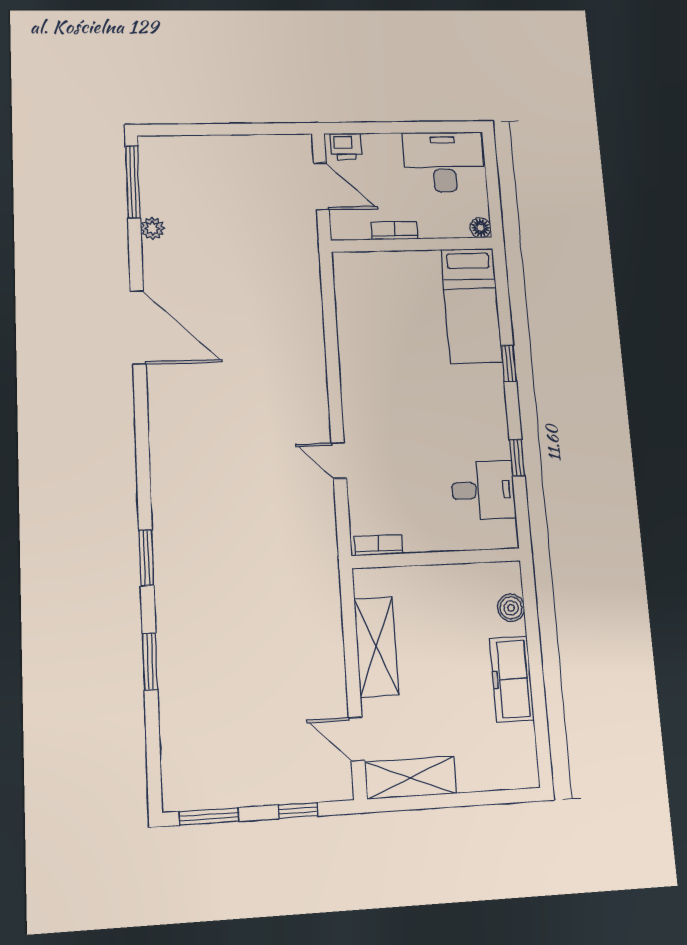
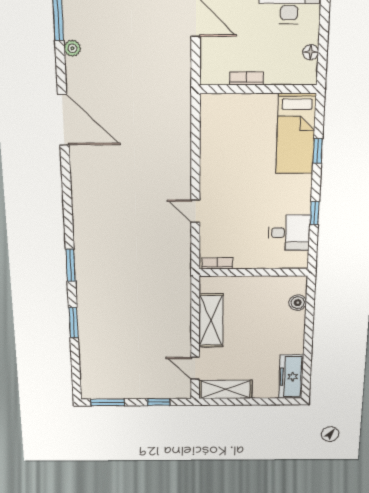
bookcase: (395, 231) -> (246, 78), moved
wall: (412, 245) -> (258, 89), moved
bed: (472, 306) -> (296, 134), moved
freezer: (512, 679) -> (291, 377), moved

